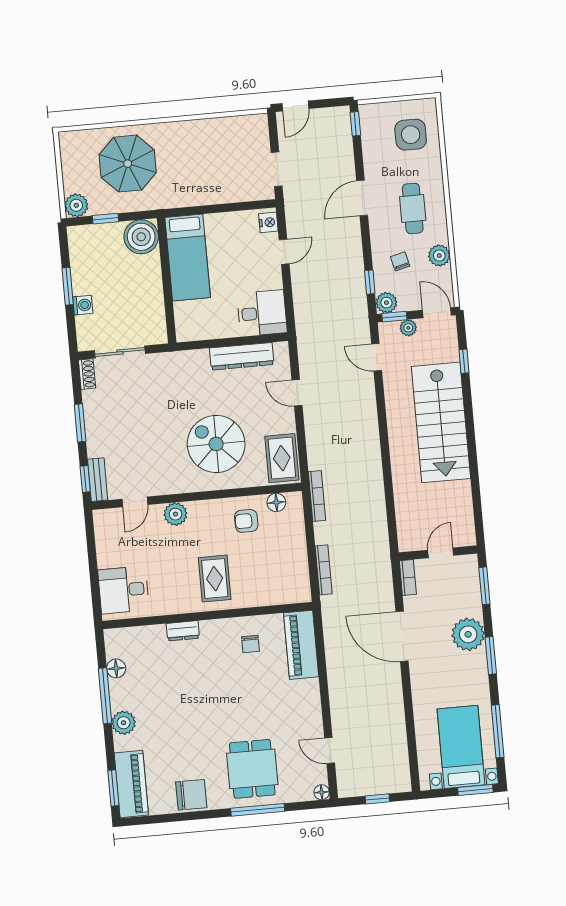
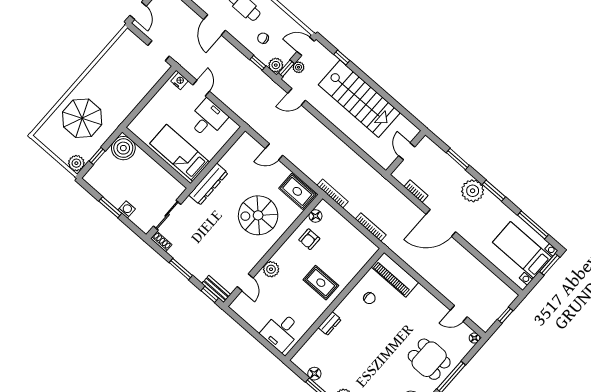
plant: (439, 256) -> (280, 17), removed
bed: (188, 258) -> (180, 153), moved, turned 180
desk: (262, 313) -> (208, 119), moved
dresser: (242, 356) -> (208, 184), moved
wall: (438, 553) -> (406, 153), moved
door: (441, 553) -> (407, 151), moved

